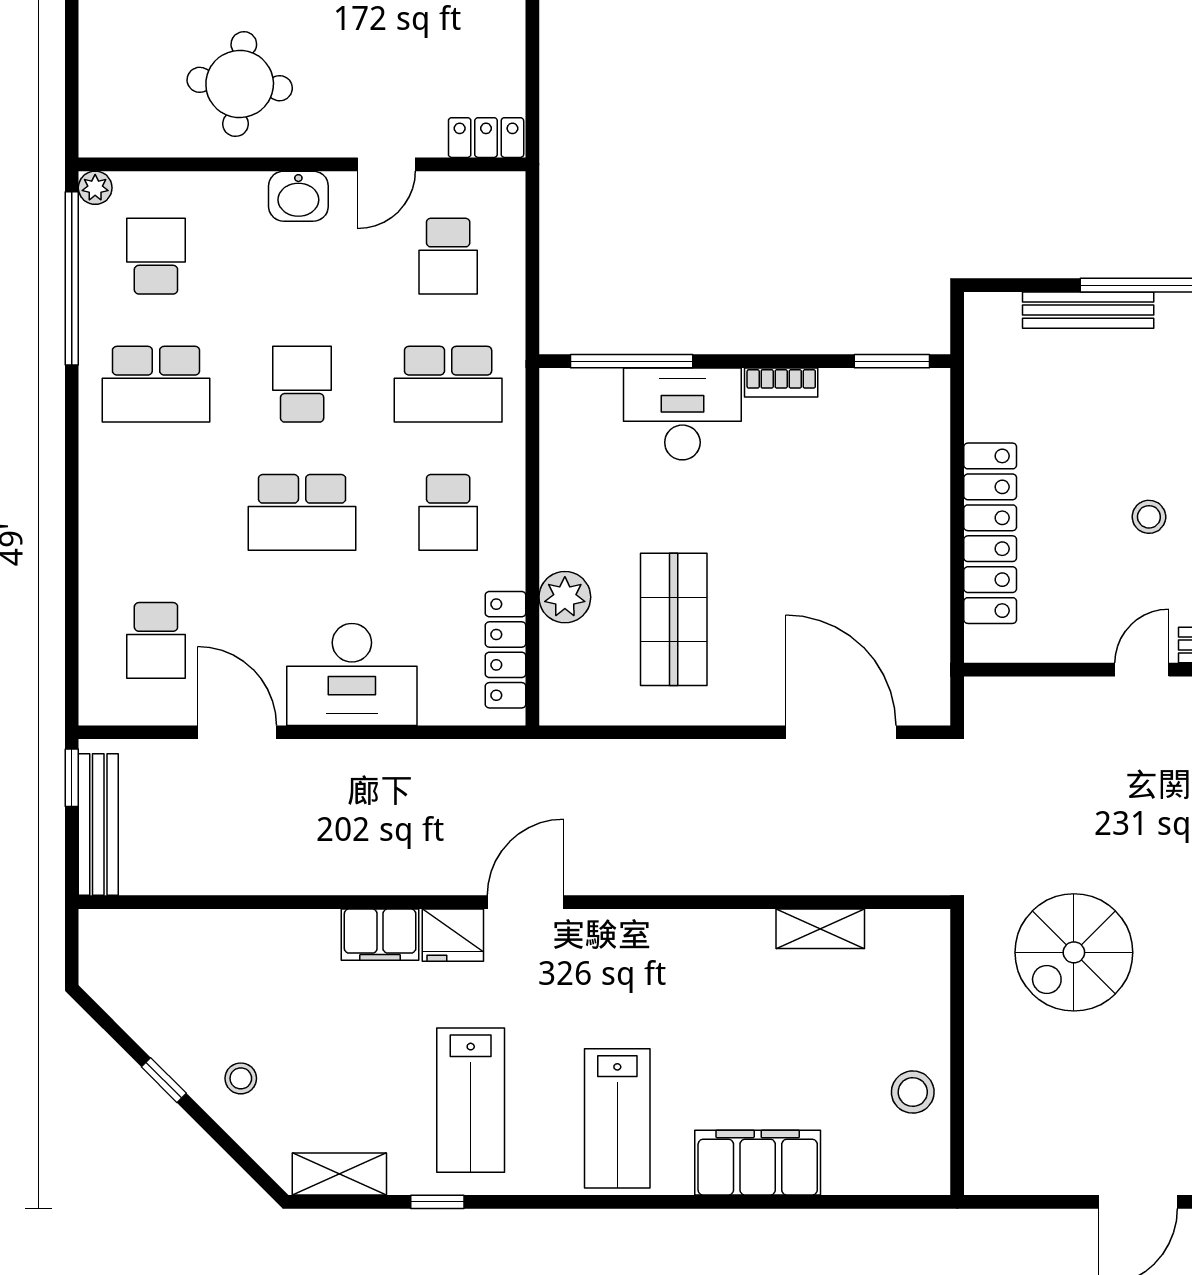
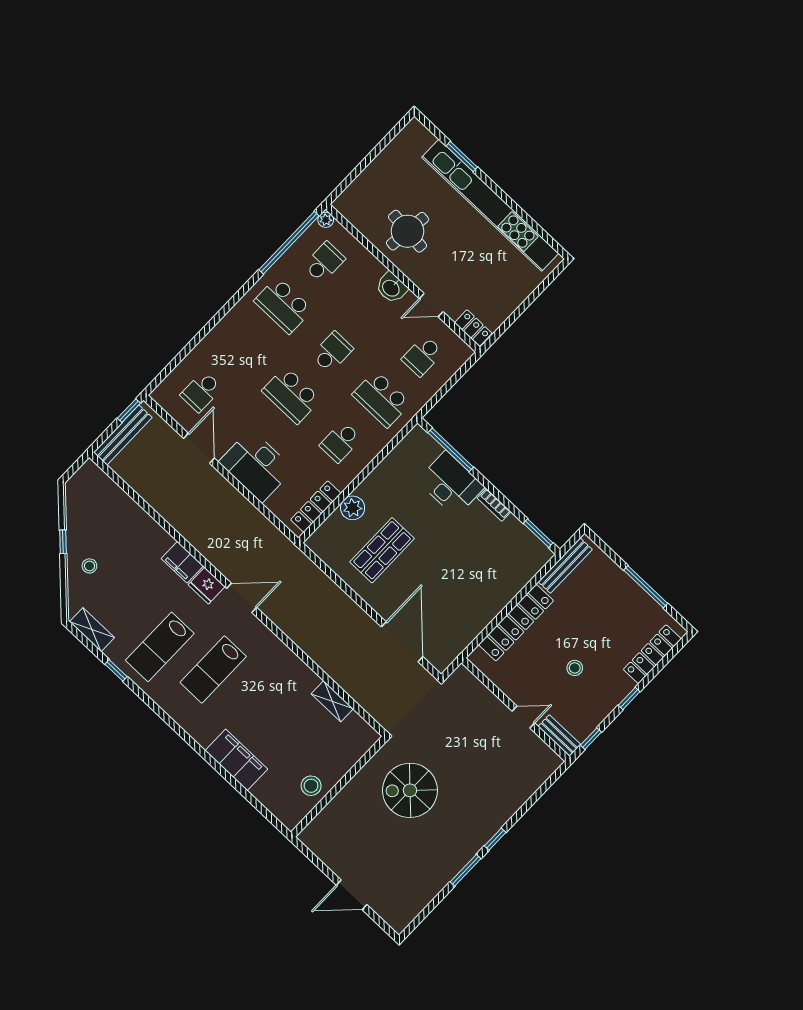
bench: (1088, 310) -> (565, 566), moved, turned 90
lab bench: (617, 1118) -> (213, 670), moved

